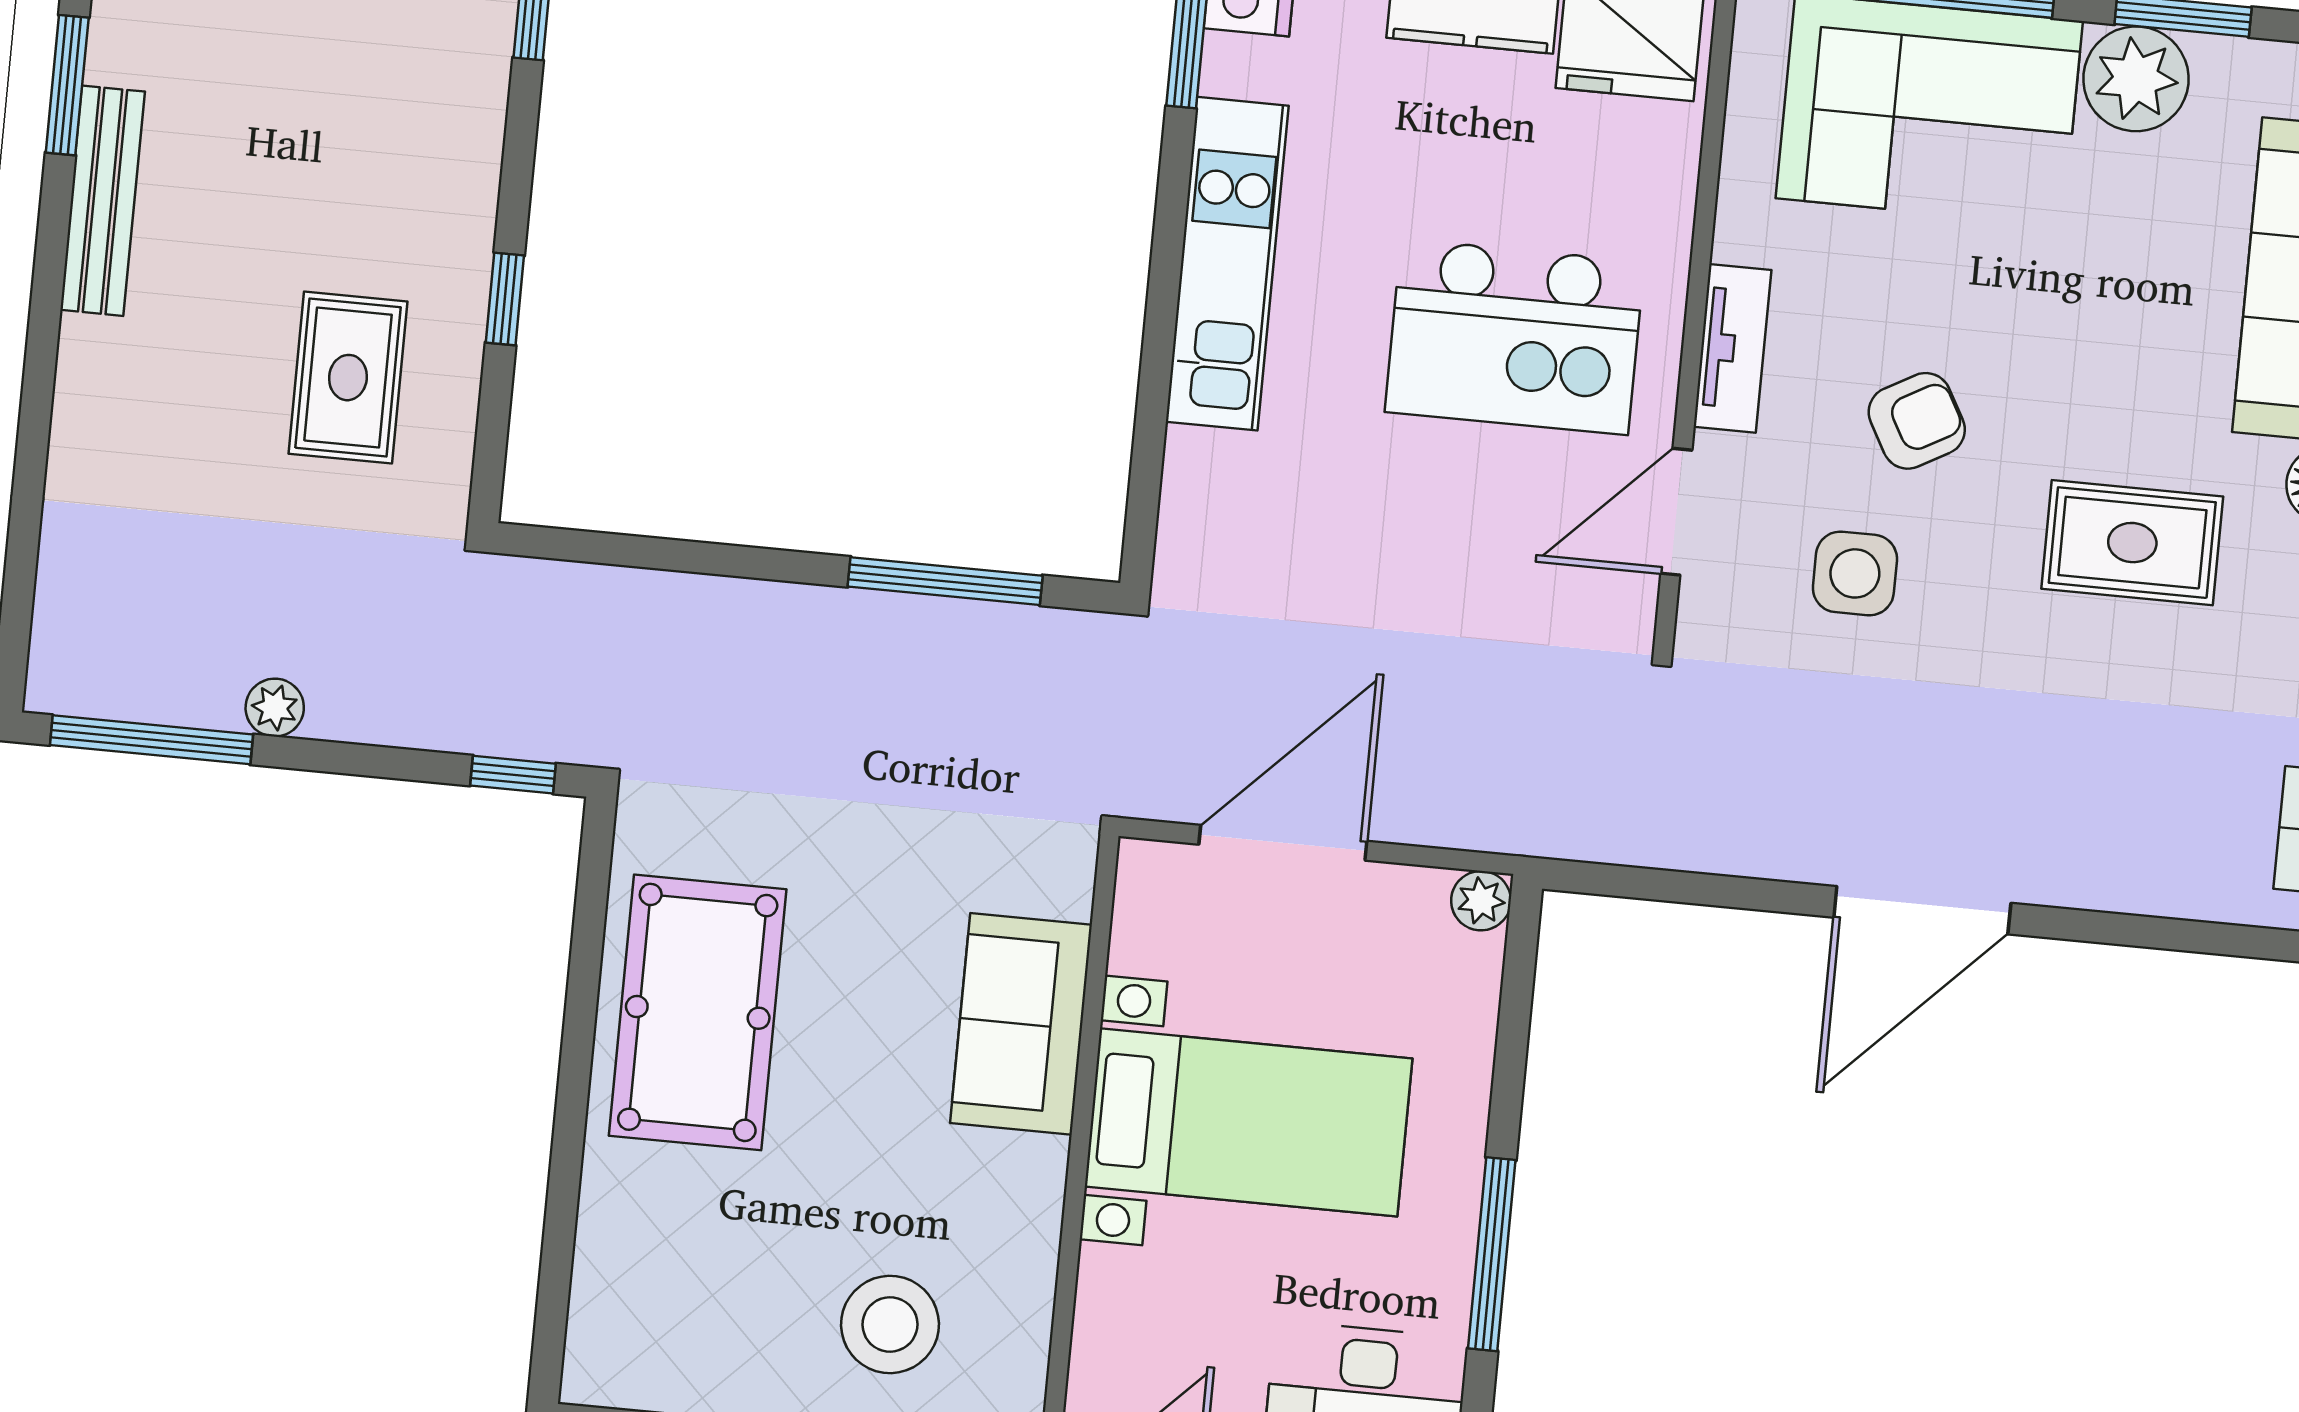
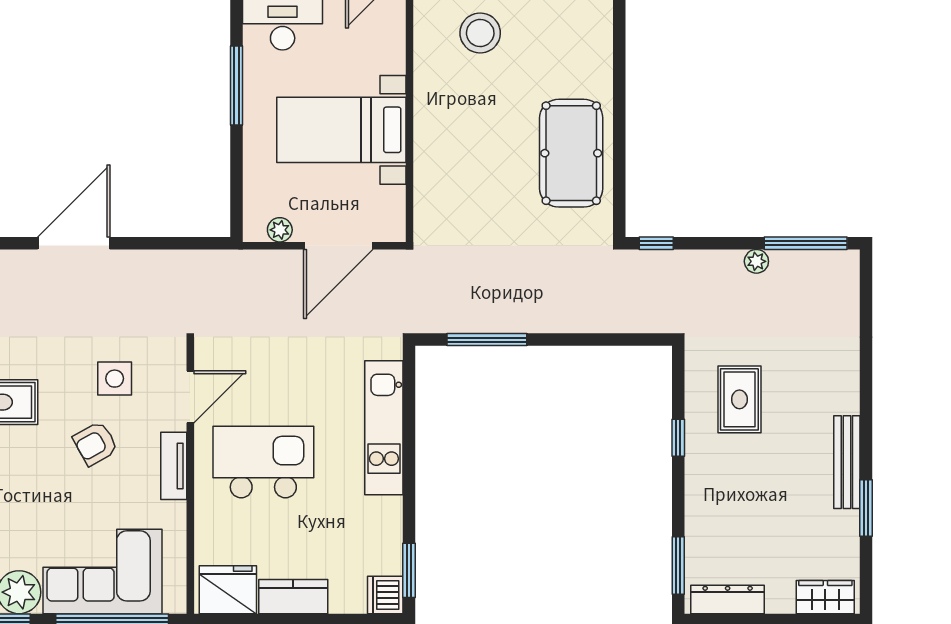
kitchen unit: (1227, 264) -> (384, 428), moved
plant: (1481, 901) -> (280, 230), moved
sofa: (1021, 1024) -> (438, 161), removed

